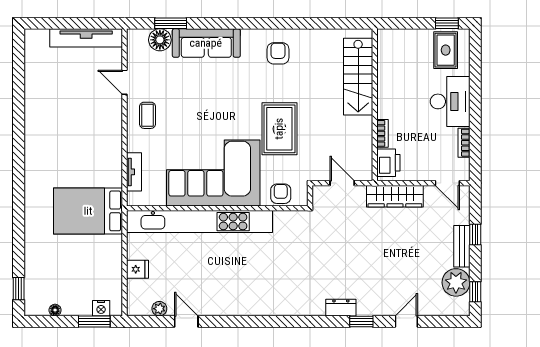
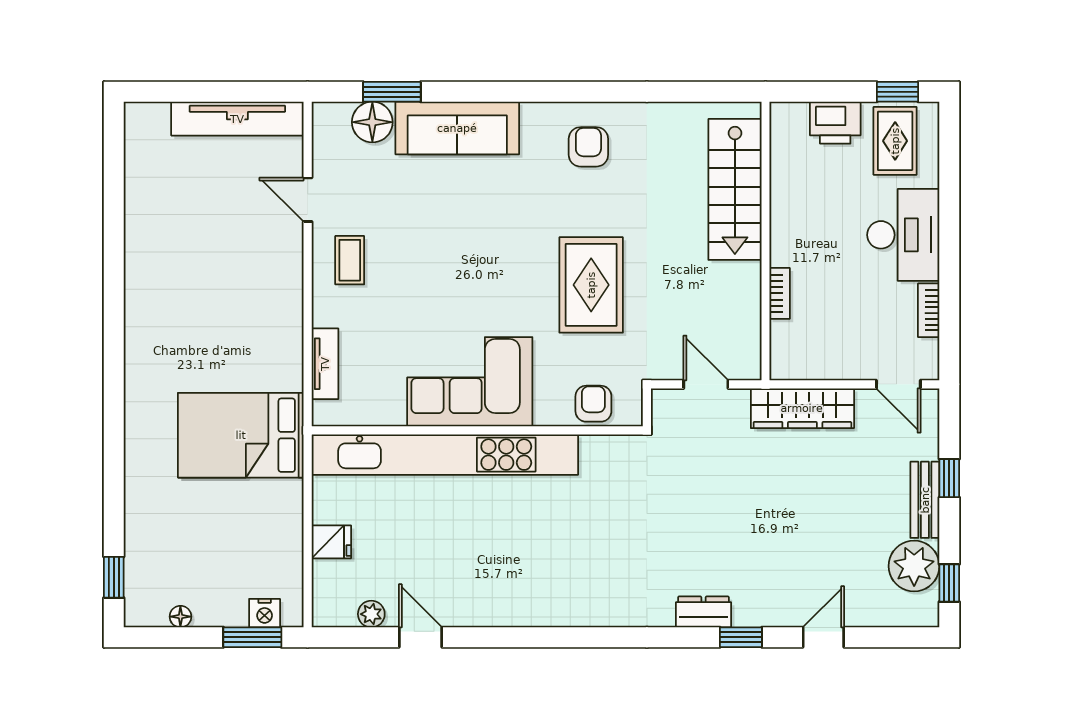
printer: (388, 163) -> (835, 123), moved, turned 90
corner sofa: (213, 173) -> (470, 382), width x0.73, depth x0.74

